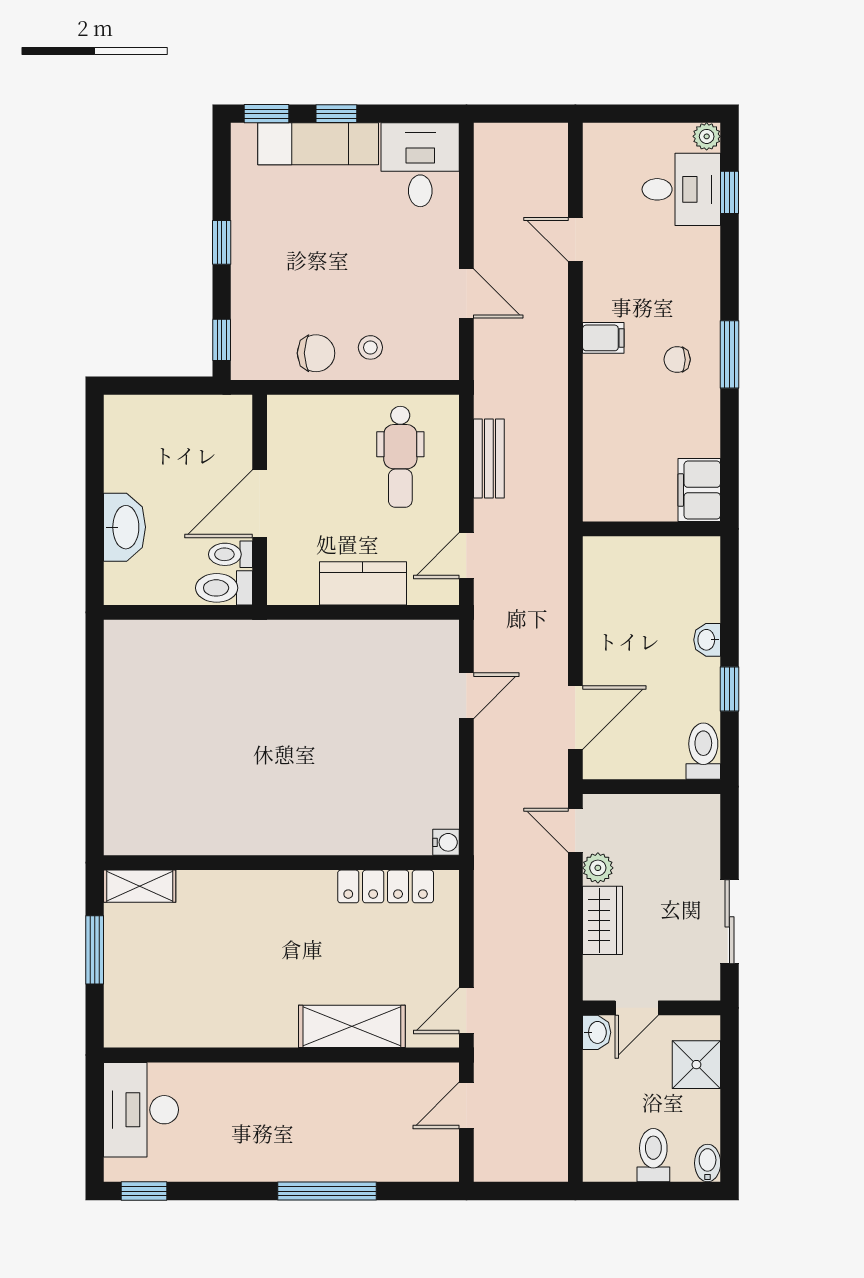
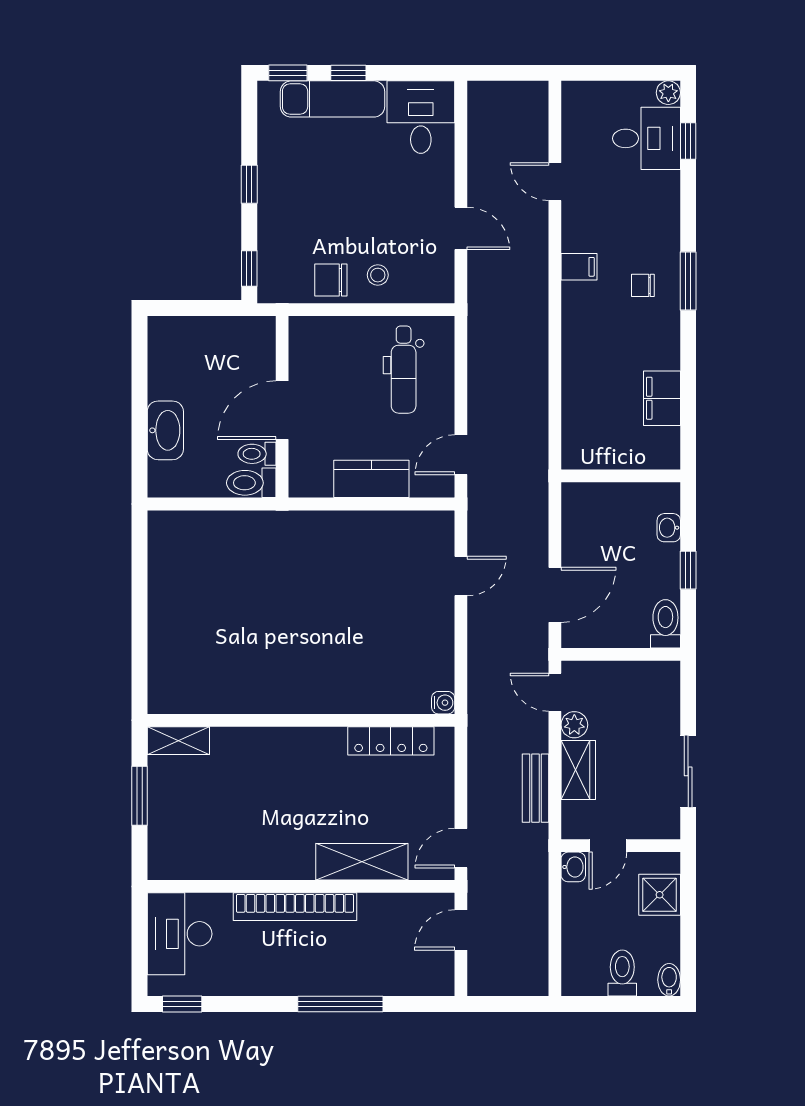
chair: (316, 353) -> (331, 280), turned 180
bench: (489, 458) -> (535, 788), moved
wall: (652, 529) -> (621, 476), moved
bookcase: (275, 1078) -> (295, 907), added

